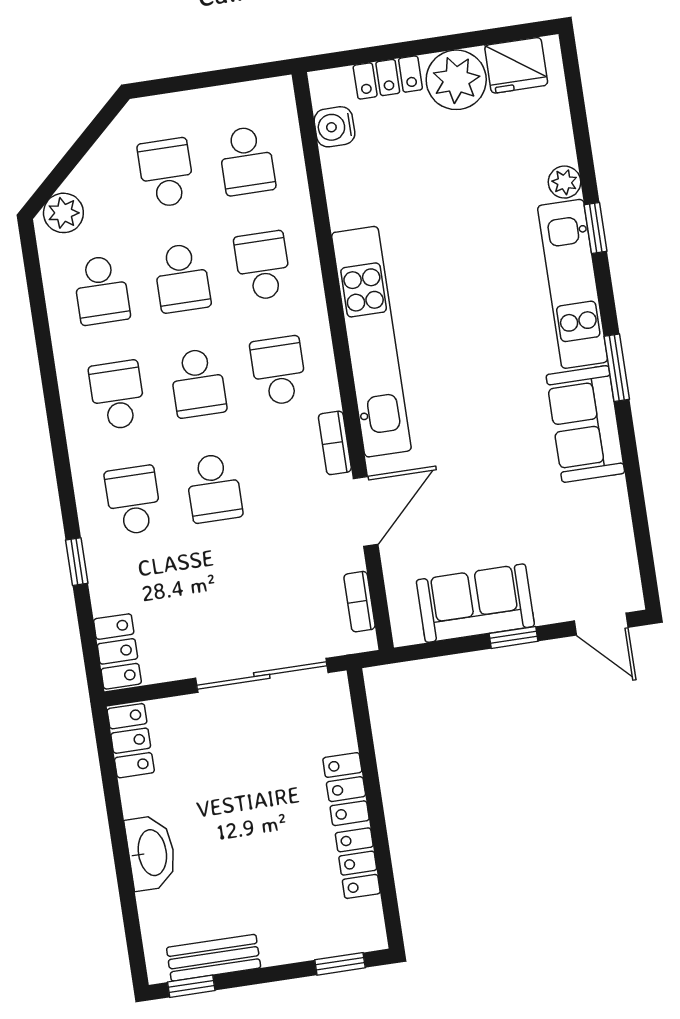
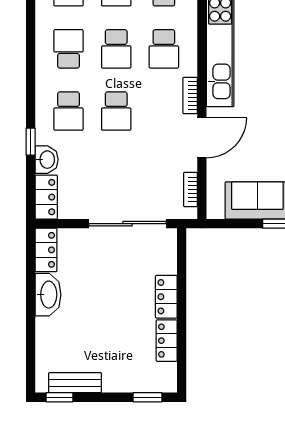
school desk: (279, 371) -> (164, 49), turned 180
school desk: (133, 500) -> (69, 111), turned 180
washbasin: (109, 588) -> (47, 160), added
washbasin: (151, 853) -> (48, 295), moved

